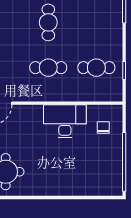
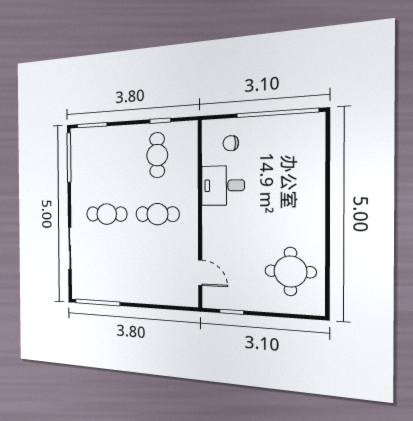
cafe table: (48, 68) -> (157, 214), turned 90
desk: (65, 121) -> (223, 186), width x0.73

